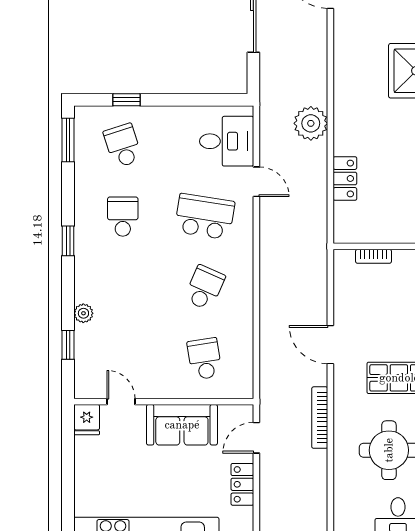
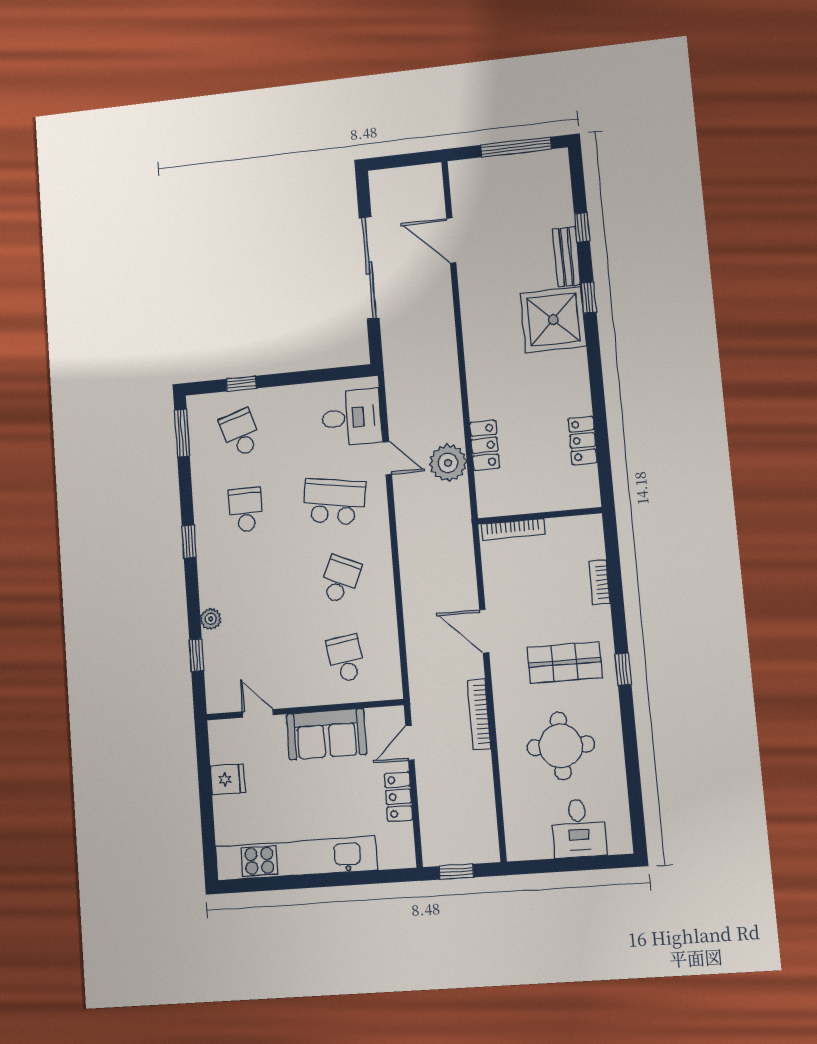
plant: (311, 123) -> (448, 463), moved
bookcase: (374, 256) -> (513, 529), width x1.56
fridge: (87, 420) -> (228, 779), moved, turned -90

